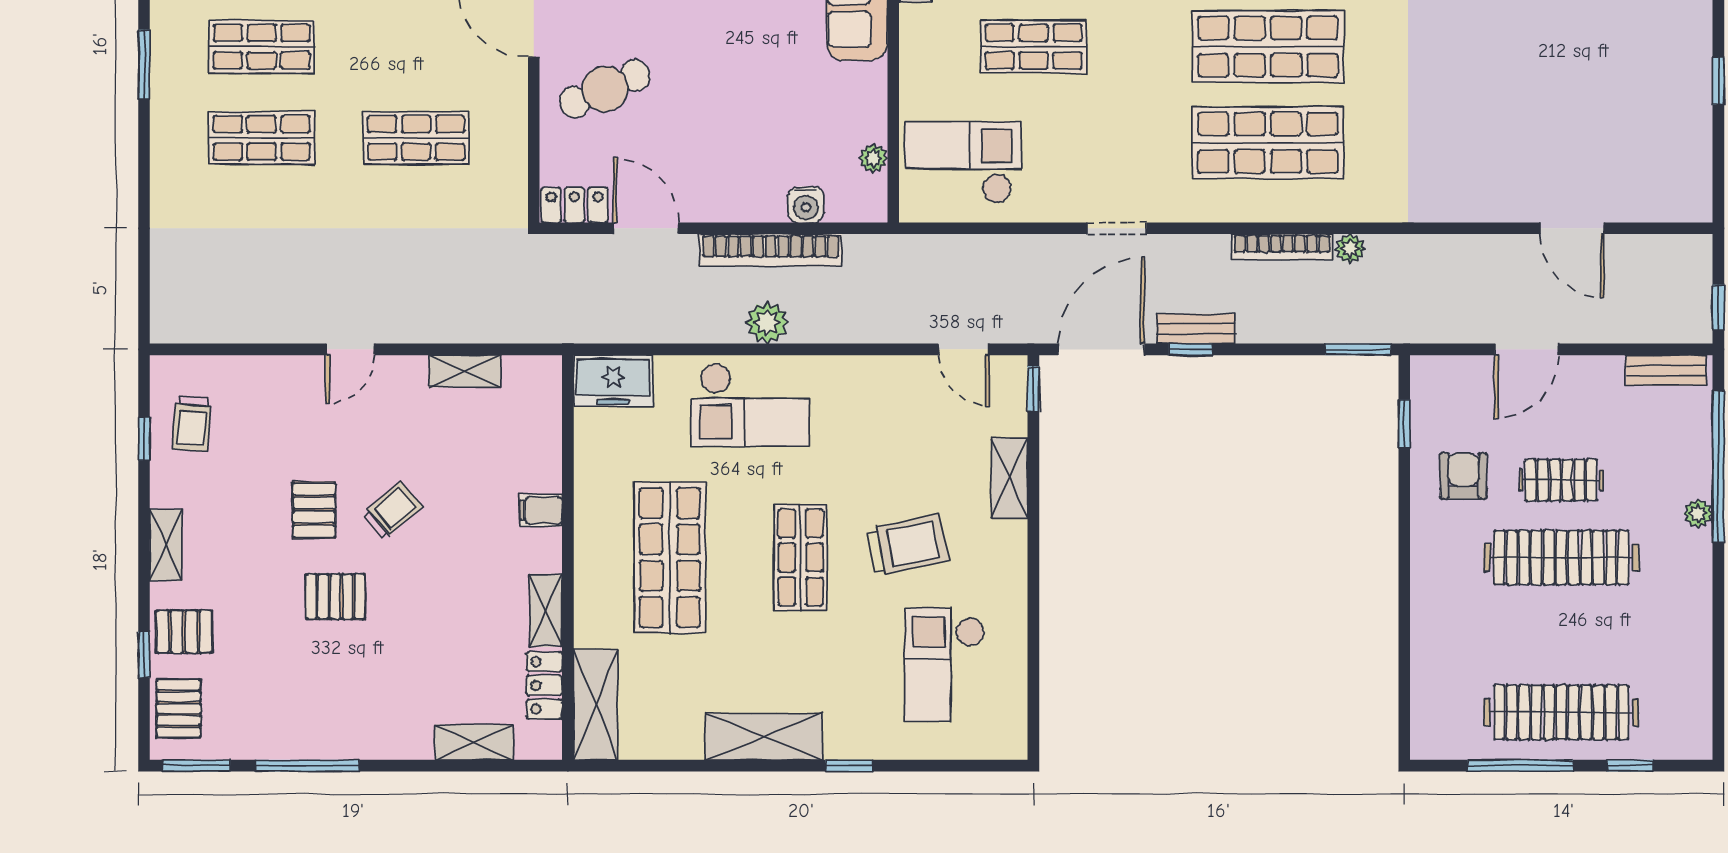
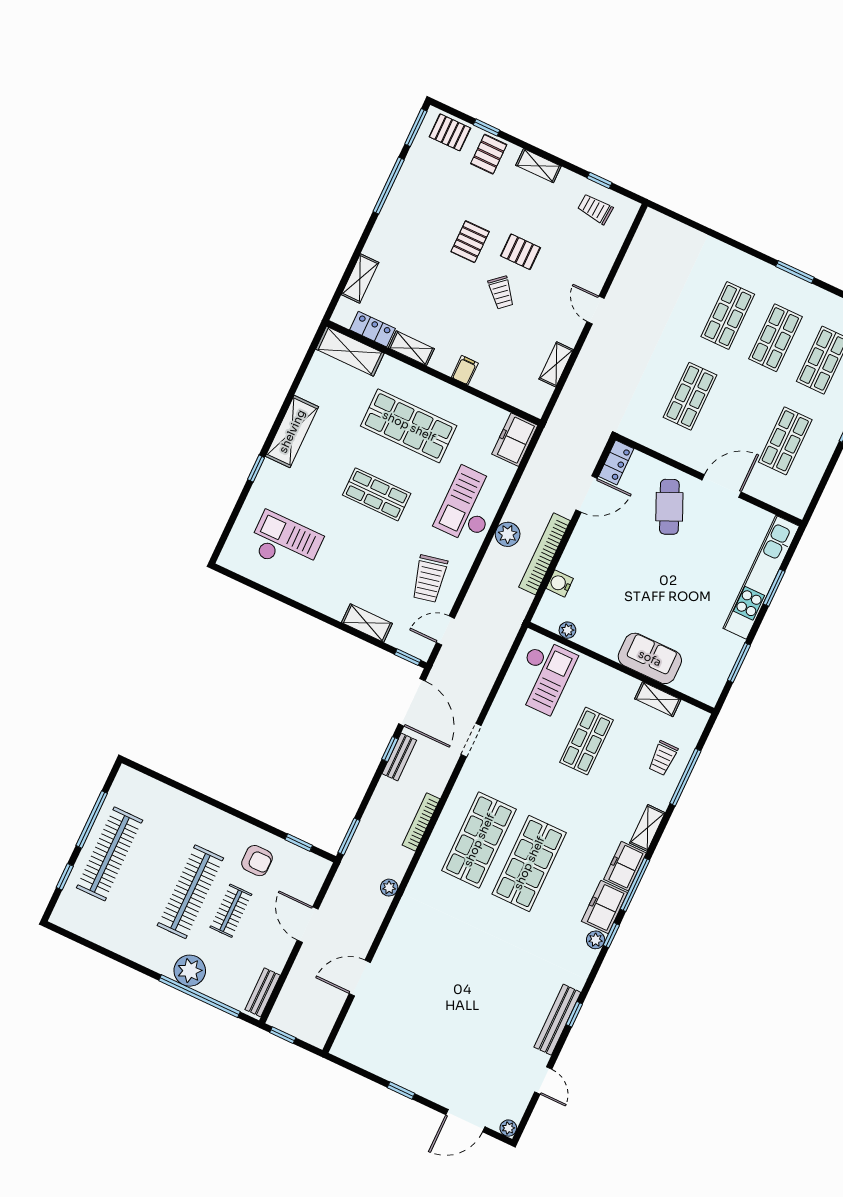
plant: (1350, 249) -> (389, 888), moved
plant: (1698, 513) -> (190, 971), width x1.87, depth x1.87
trolley: (908, 545) -> (429, 579), moved

